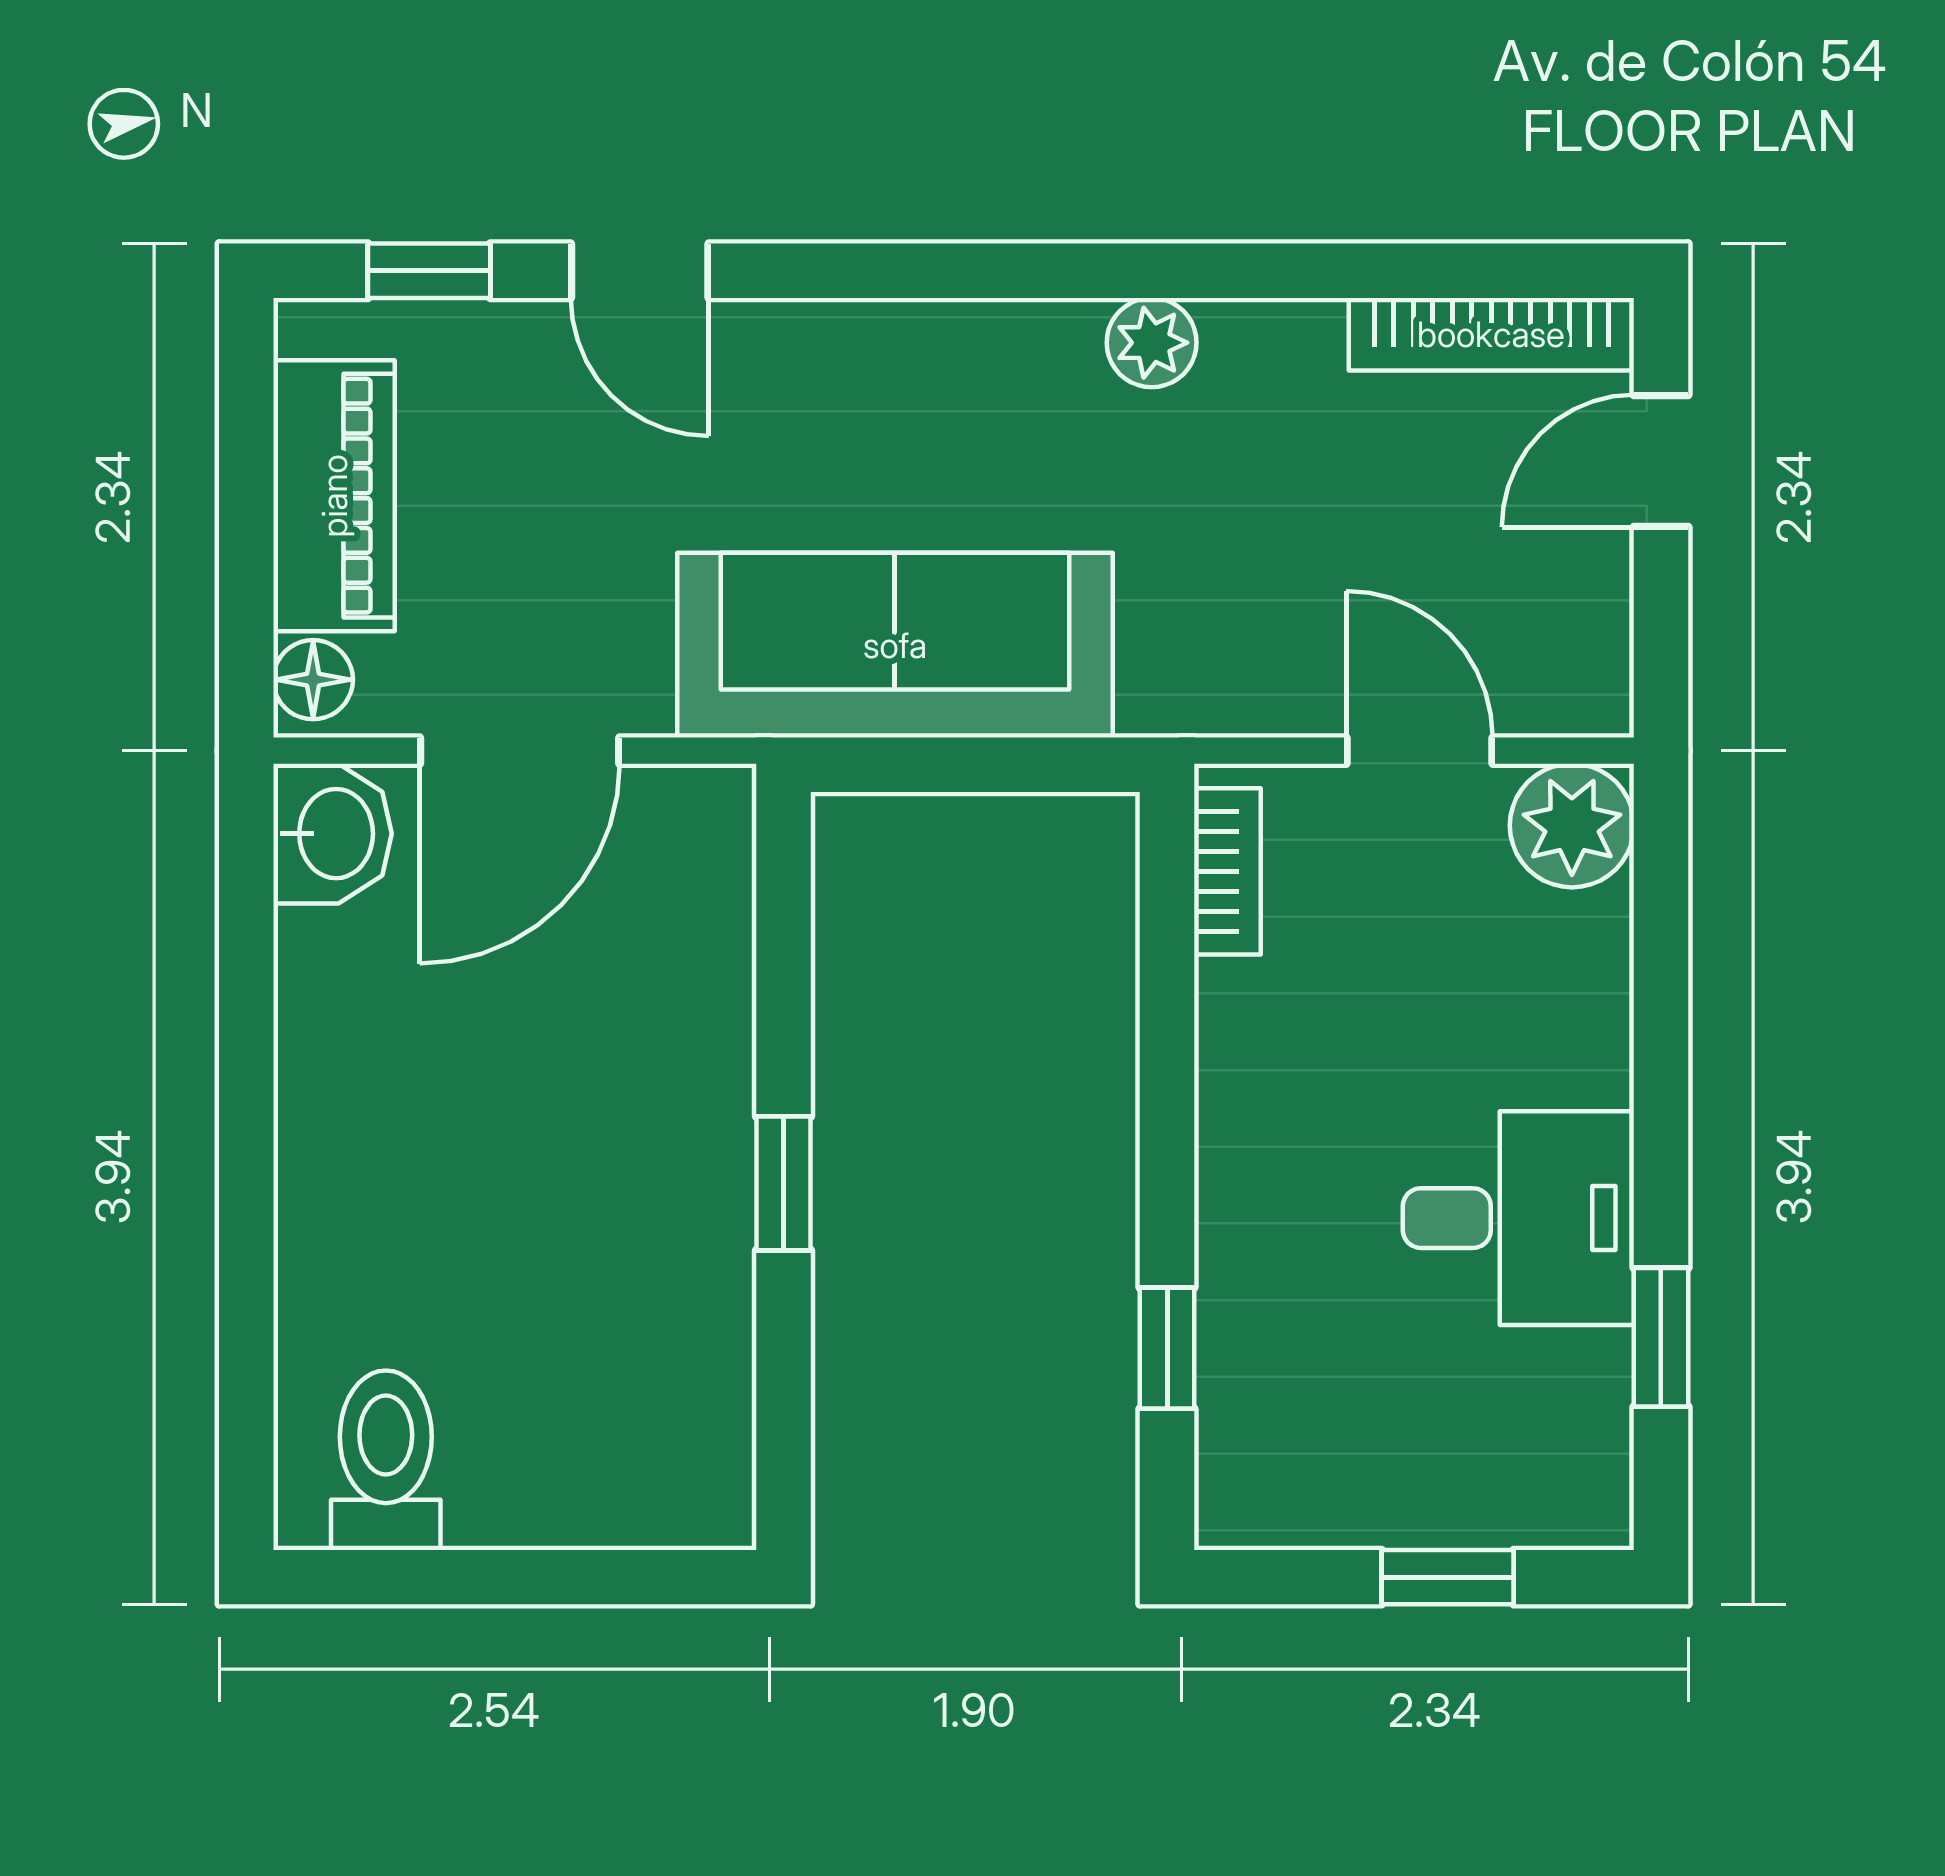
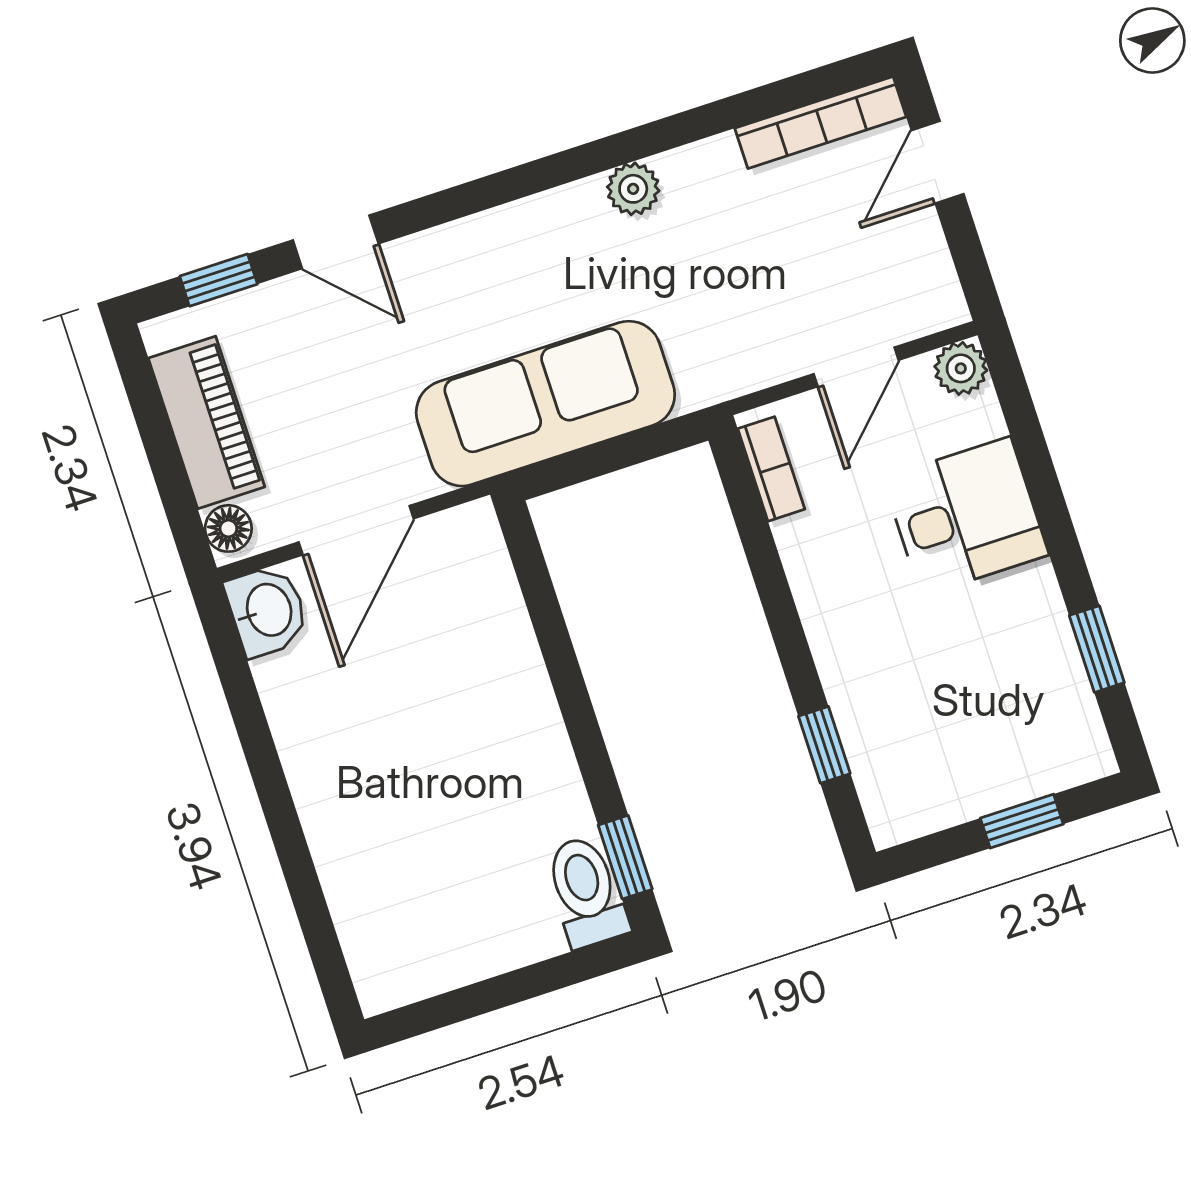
door: (1420, 751) -> (856, 367), swing flipped
plant: (1572, 826) -> (961, 368), width x0.73, depth x0.73
window: (784, 1183) -> (625, 857), moved
desk: (1518, 1218) -> (966, 516), moved
toilet: (386, 1460) -> (586, 892), moved

